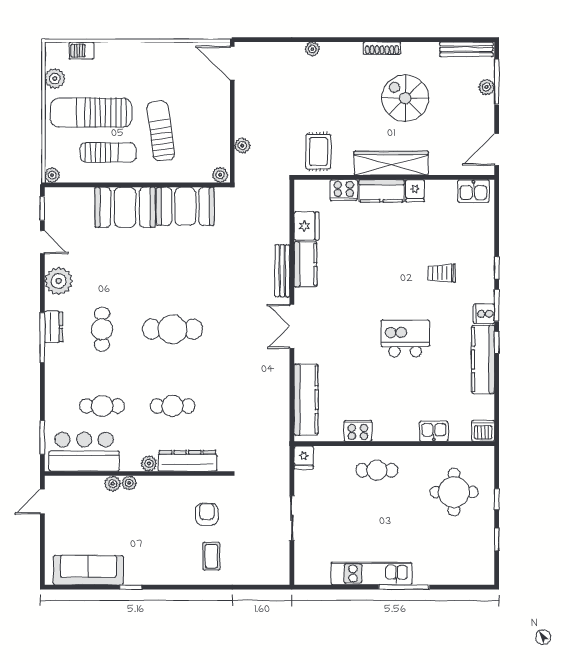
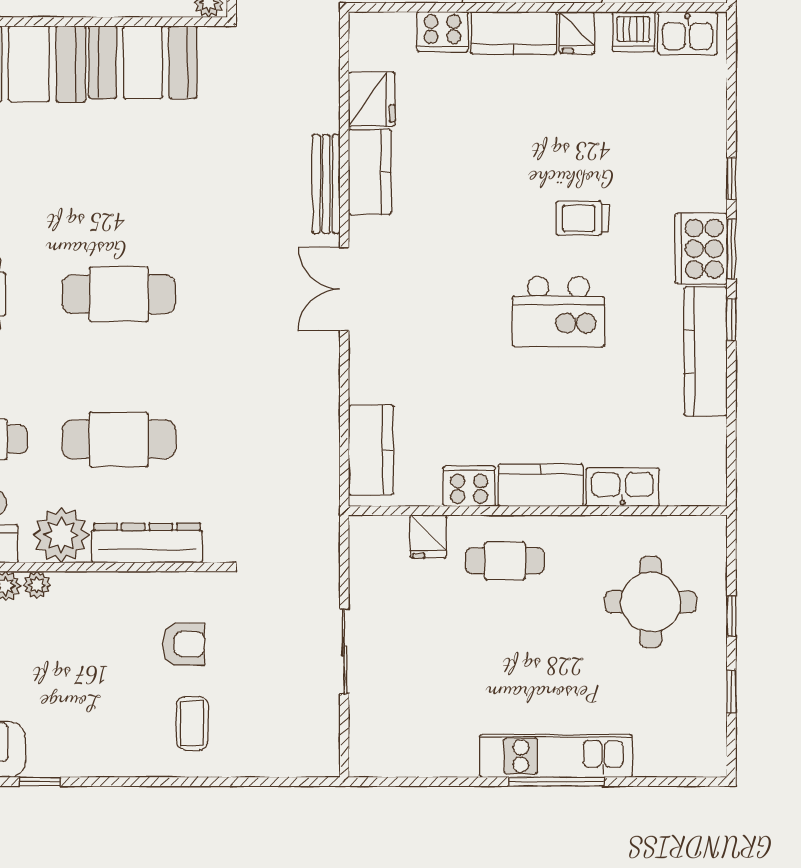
trolley: (441, 273) -> (582, 218), moved
cooker: (484, 314) -> (701, 249), width x1.87, depth x1.31
kitchen island: (405, 338) -> (558, 312), turned 180
kitchen counter: (306, 400) -> (371, 450), width x0.67
cafe table: (173, 406) -> (119, 439), width x1.37, depth x1.35
kitchen counter: (396, 430) -> (541, 485), added
kitchen sink: (434, 431) -> (623, 487), width x1.38
dishwasher: (483, 431) -> (634, 32), moved, turned 180
fridge: (304, 457) -> (428, 537), moved
plant: (149, 463) -> (61, 535), width x1.87, depth x1.87
armchair: (207, 514) -> (183, 644), turned 90
kitchen unit: (372, 573) -> (556, 756), moved

